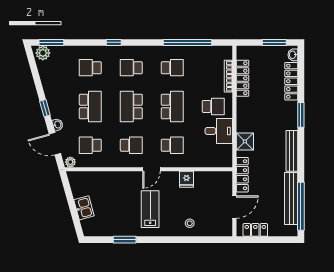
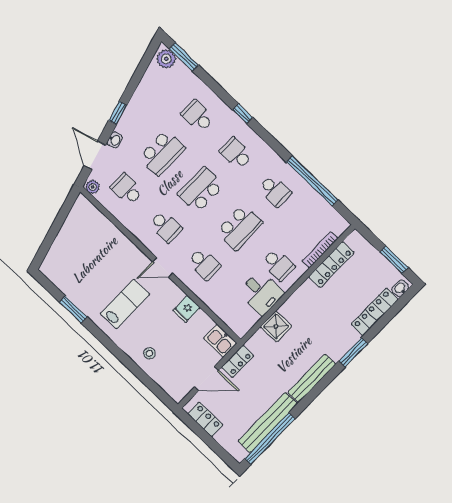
locker: (242, 175) -> (238, 361), width x0.66
kitchen sink: (84, 208) -> (220, 341), moved, turned 106

